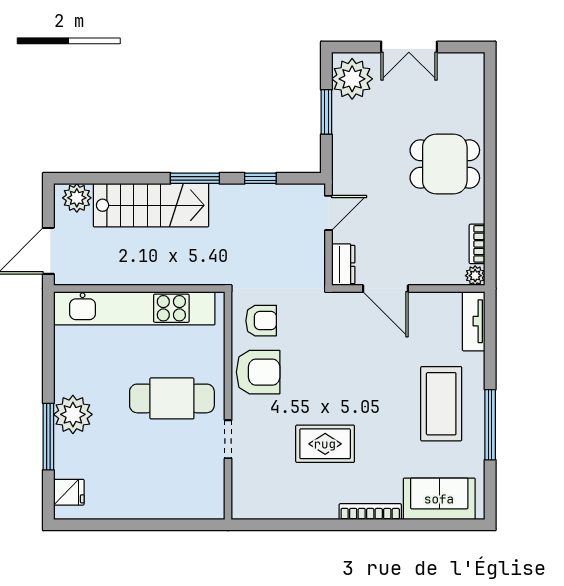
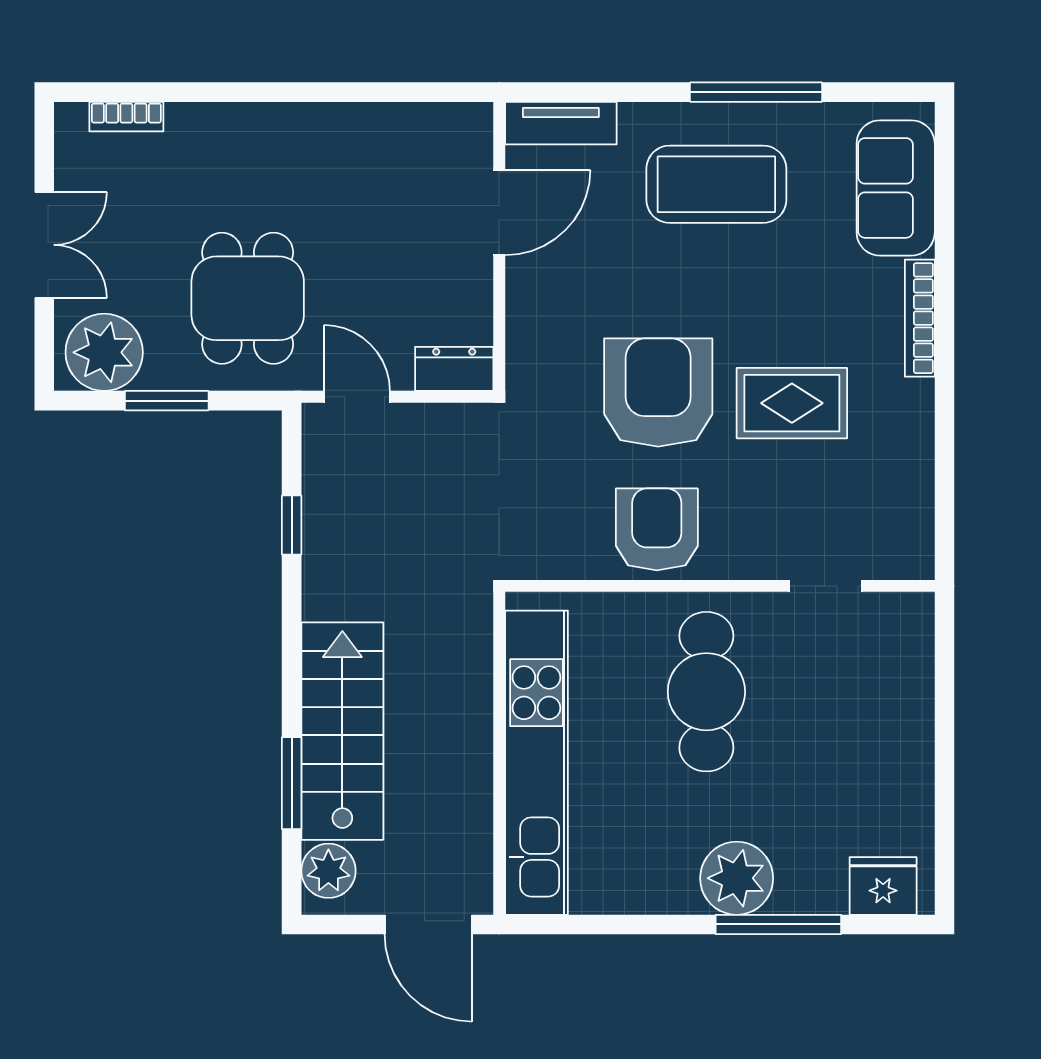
dining table: (445, 164) -> (248, 298), moved
window: (195, 178) -> (292, 783), moved
bookcase: (477, 244) -> (126, 117), moved
plant: (475, 276) -> (475, 120), removed
door: (386, 288) -> (499, 213), moved
armchair: (261, 321) -> (658, 392), moved, width x1.88, depth x1.88
doorway: (228, 439) -> (826, 586), moved
rug: (325, 444) -> (792, 403), turned 90
fridge: (69, 492) -> (883, 886), width x1.38

